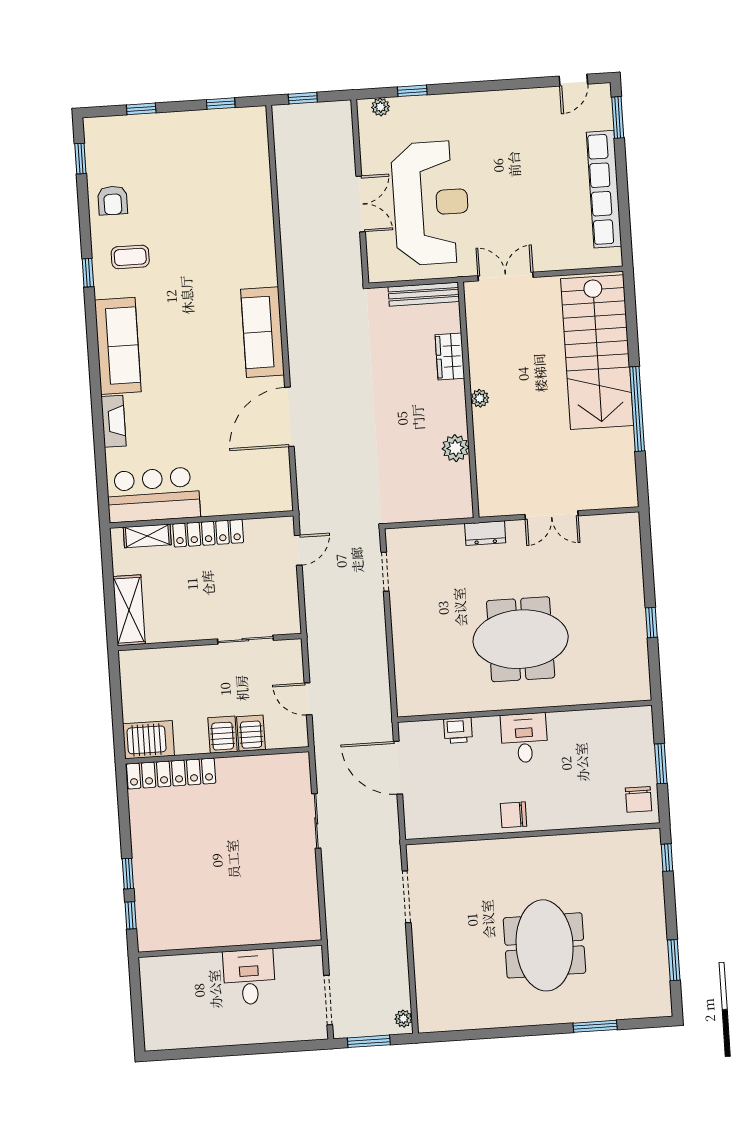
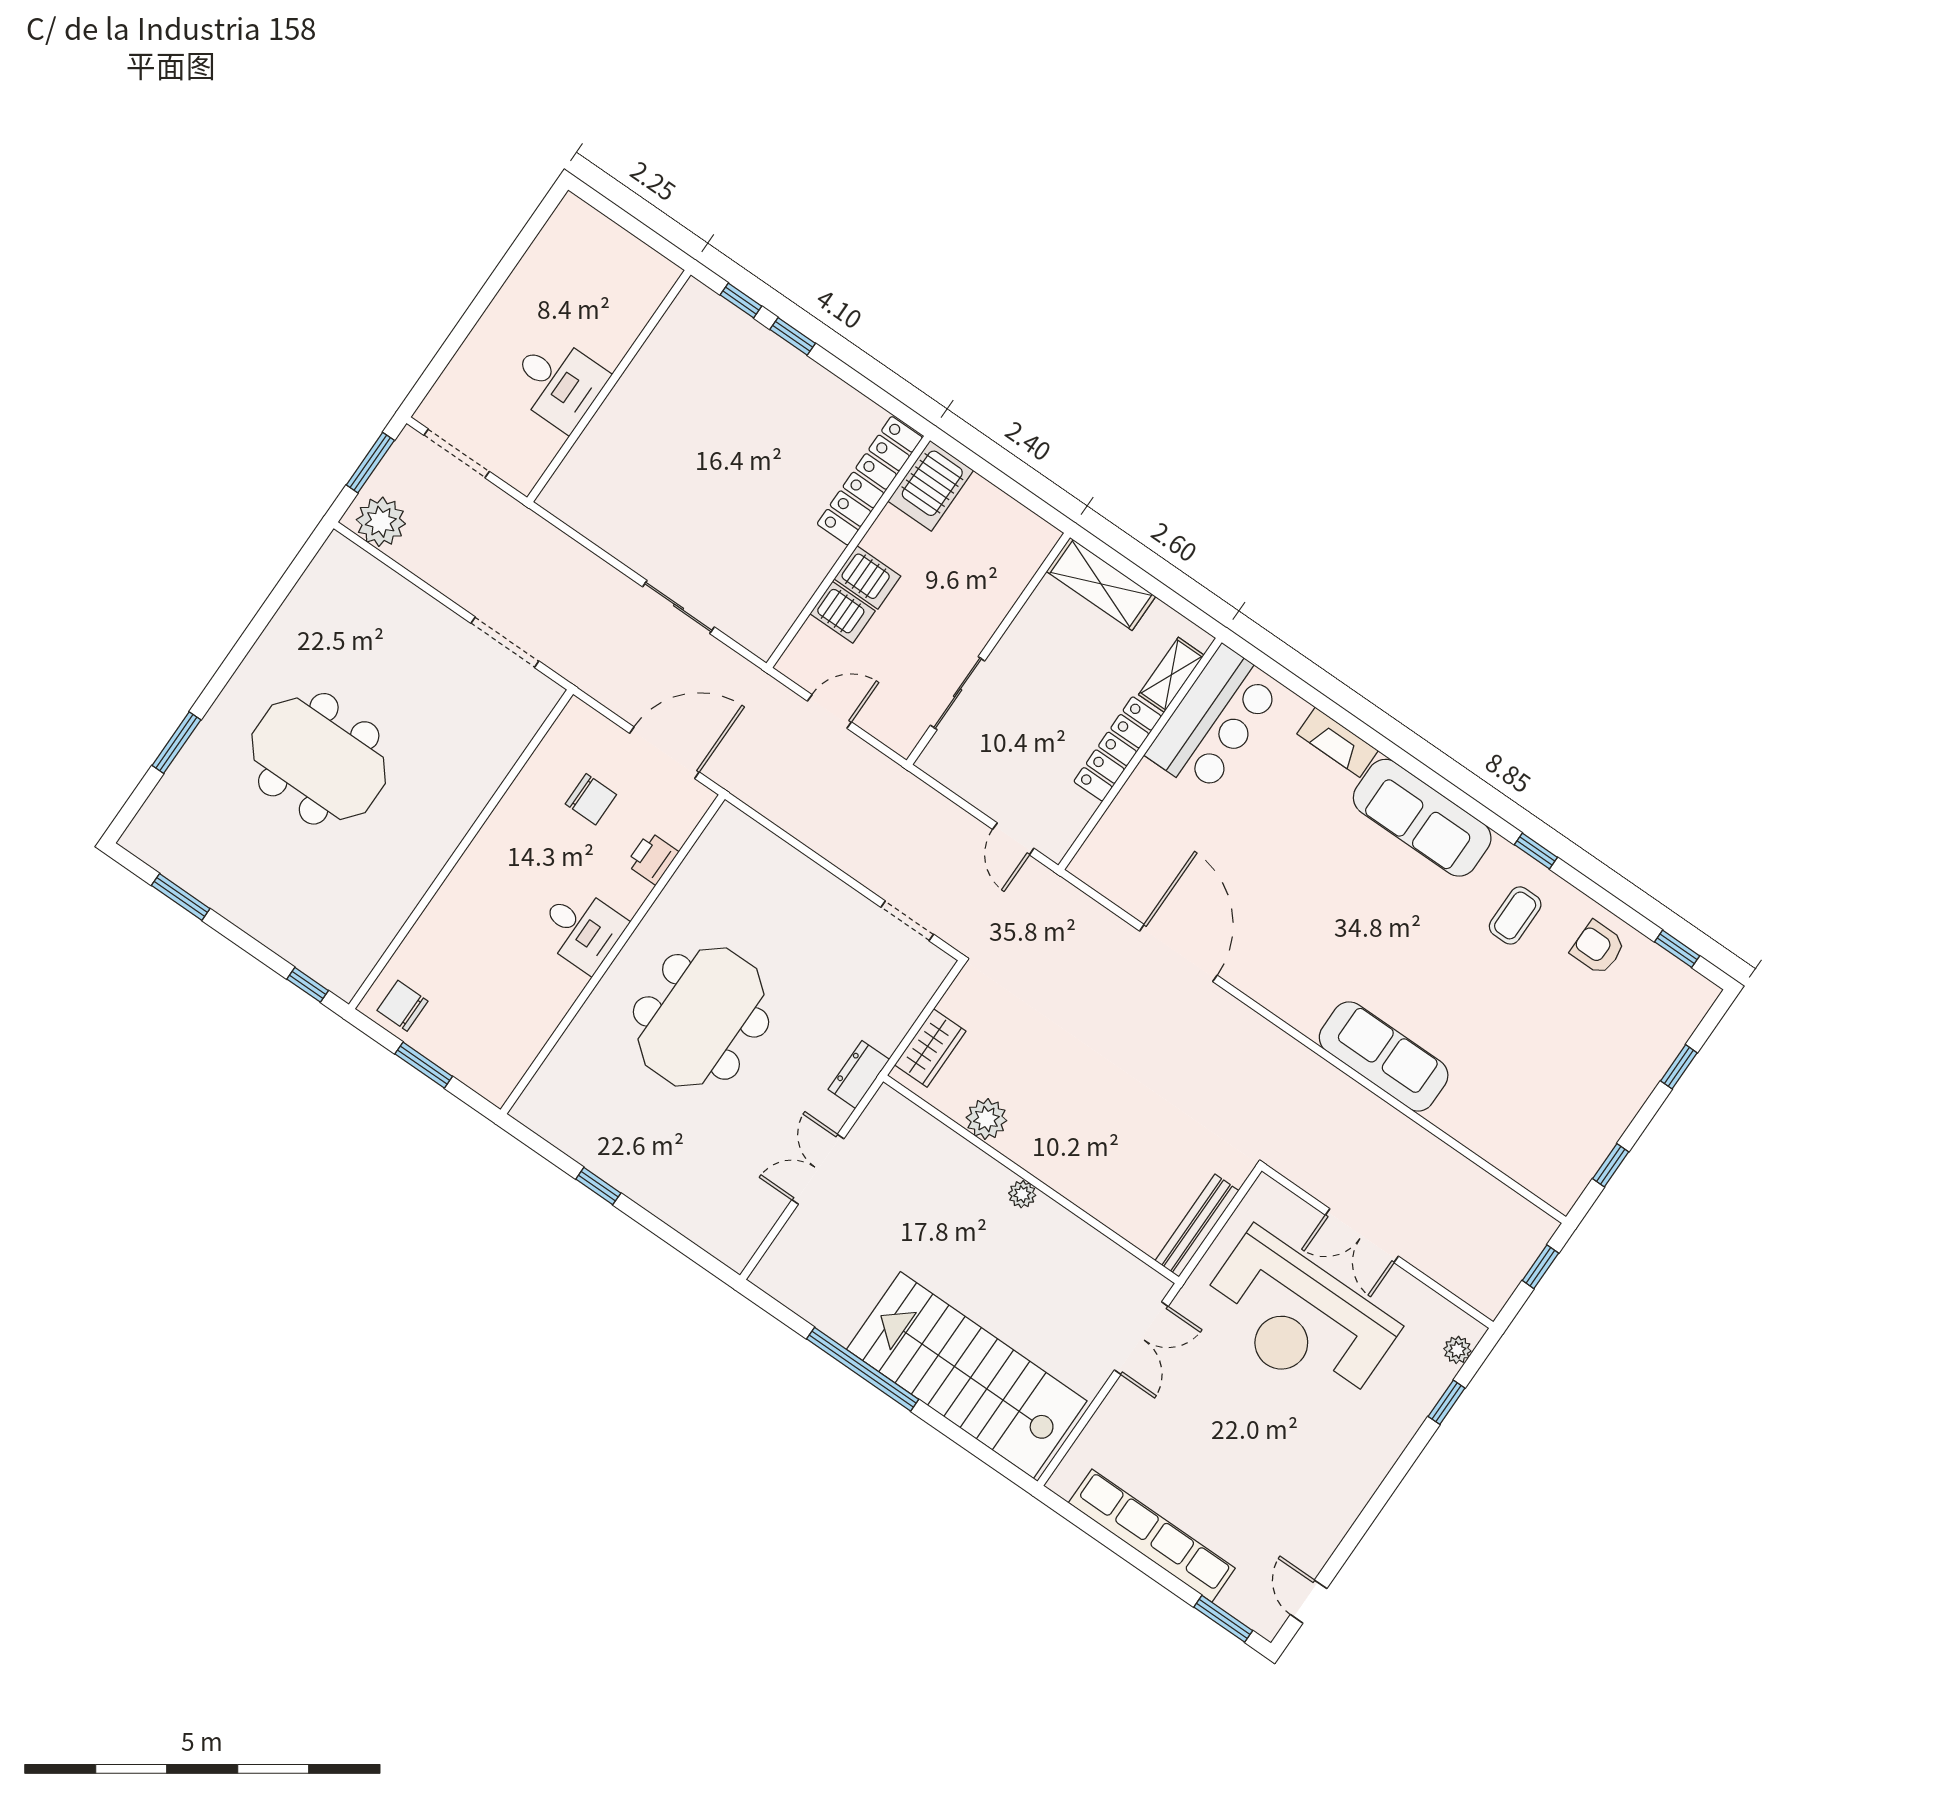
sofa: (263, 332) -> (1384, 1056), moved
wardrobe: (450, 356) -> (930, 1048), moved, turned 90
chair: (514, 815) -> (591, 799), moved, turned 90
plant: (403, 1019) -> (381, 522), width x1.87, depth x1.87

